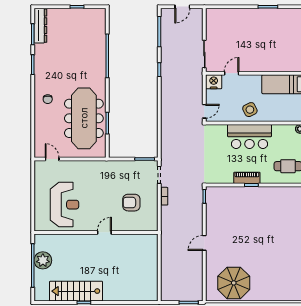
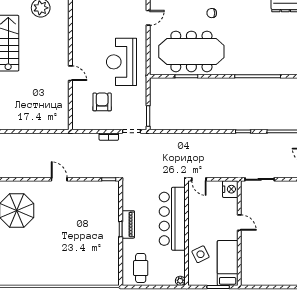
door: (232, 73) -> (239, 223), moved
side table: (250, 110) -> (200, 254), moved
bar counter: (249, 136) -> (172, 219), width x1.36
reception desk: (64, 205) -> (121, 62), moved, turned 90

